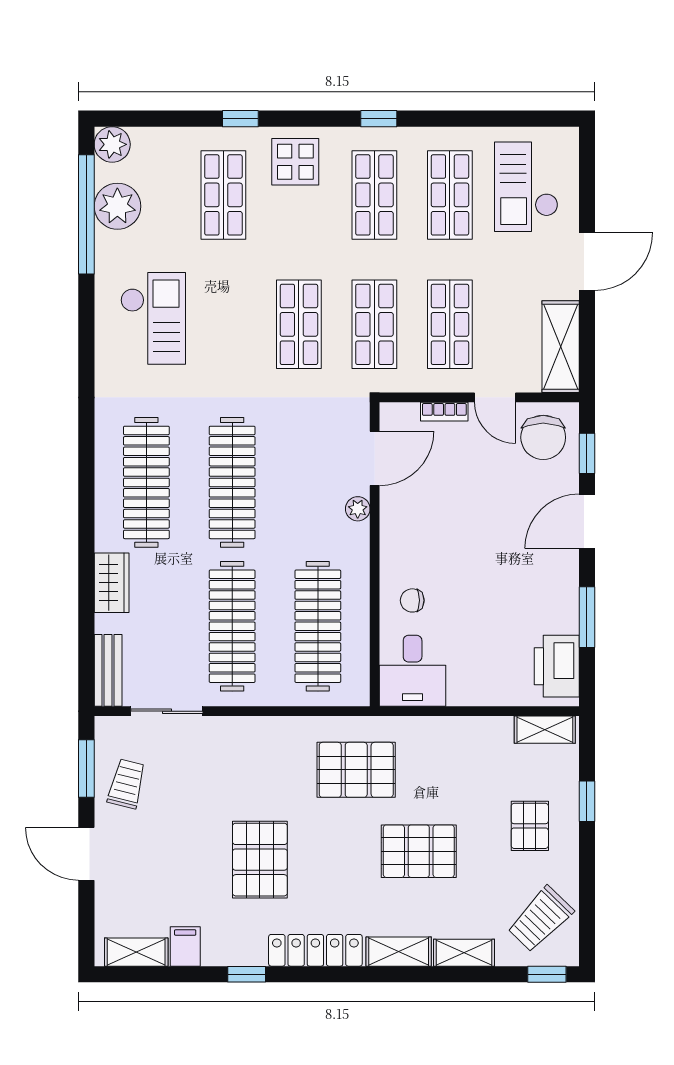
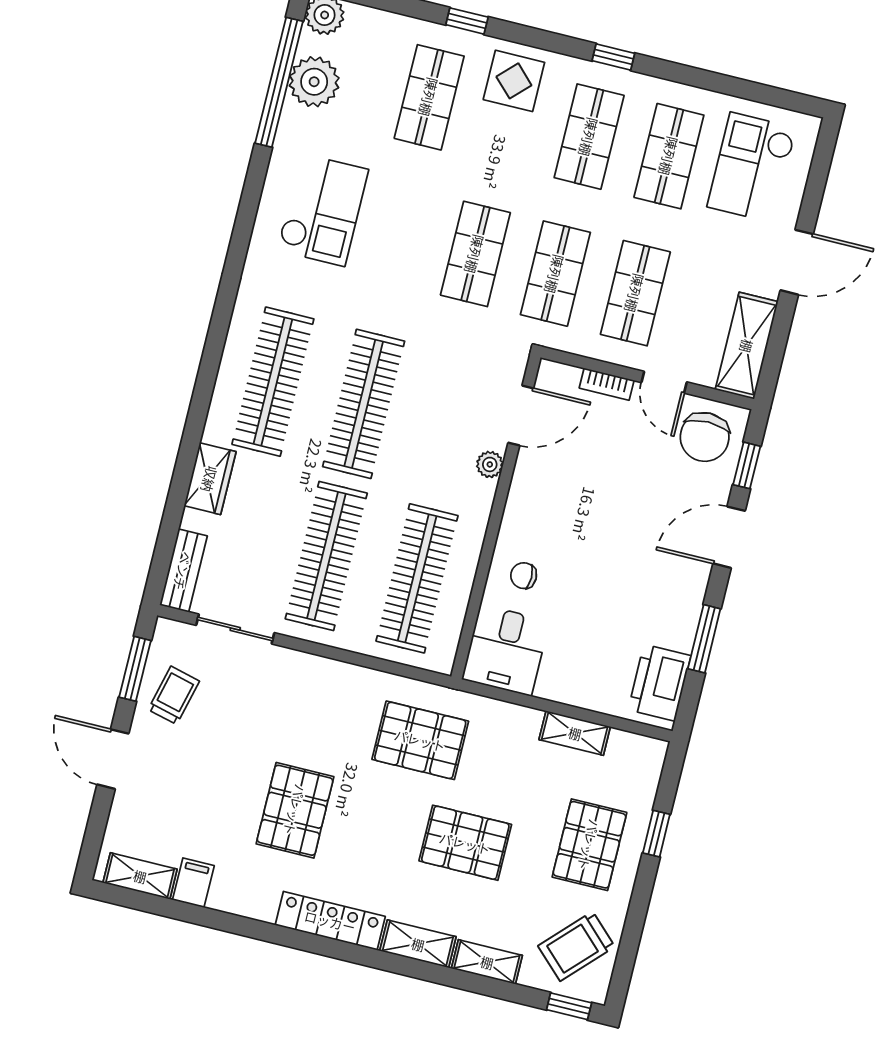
shelving: (545, 730) -> (575, 733), moved
pallet: (530, 826) -> (589, 845), width x1.50, depth x1.42
window: (247, 974) -> (251, 928), removed

